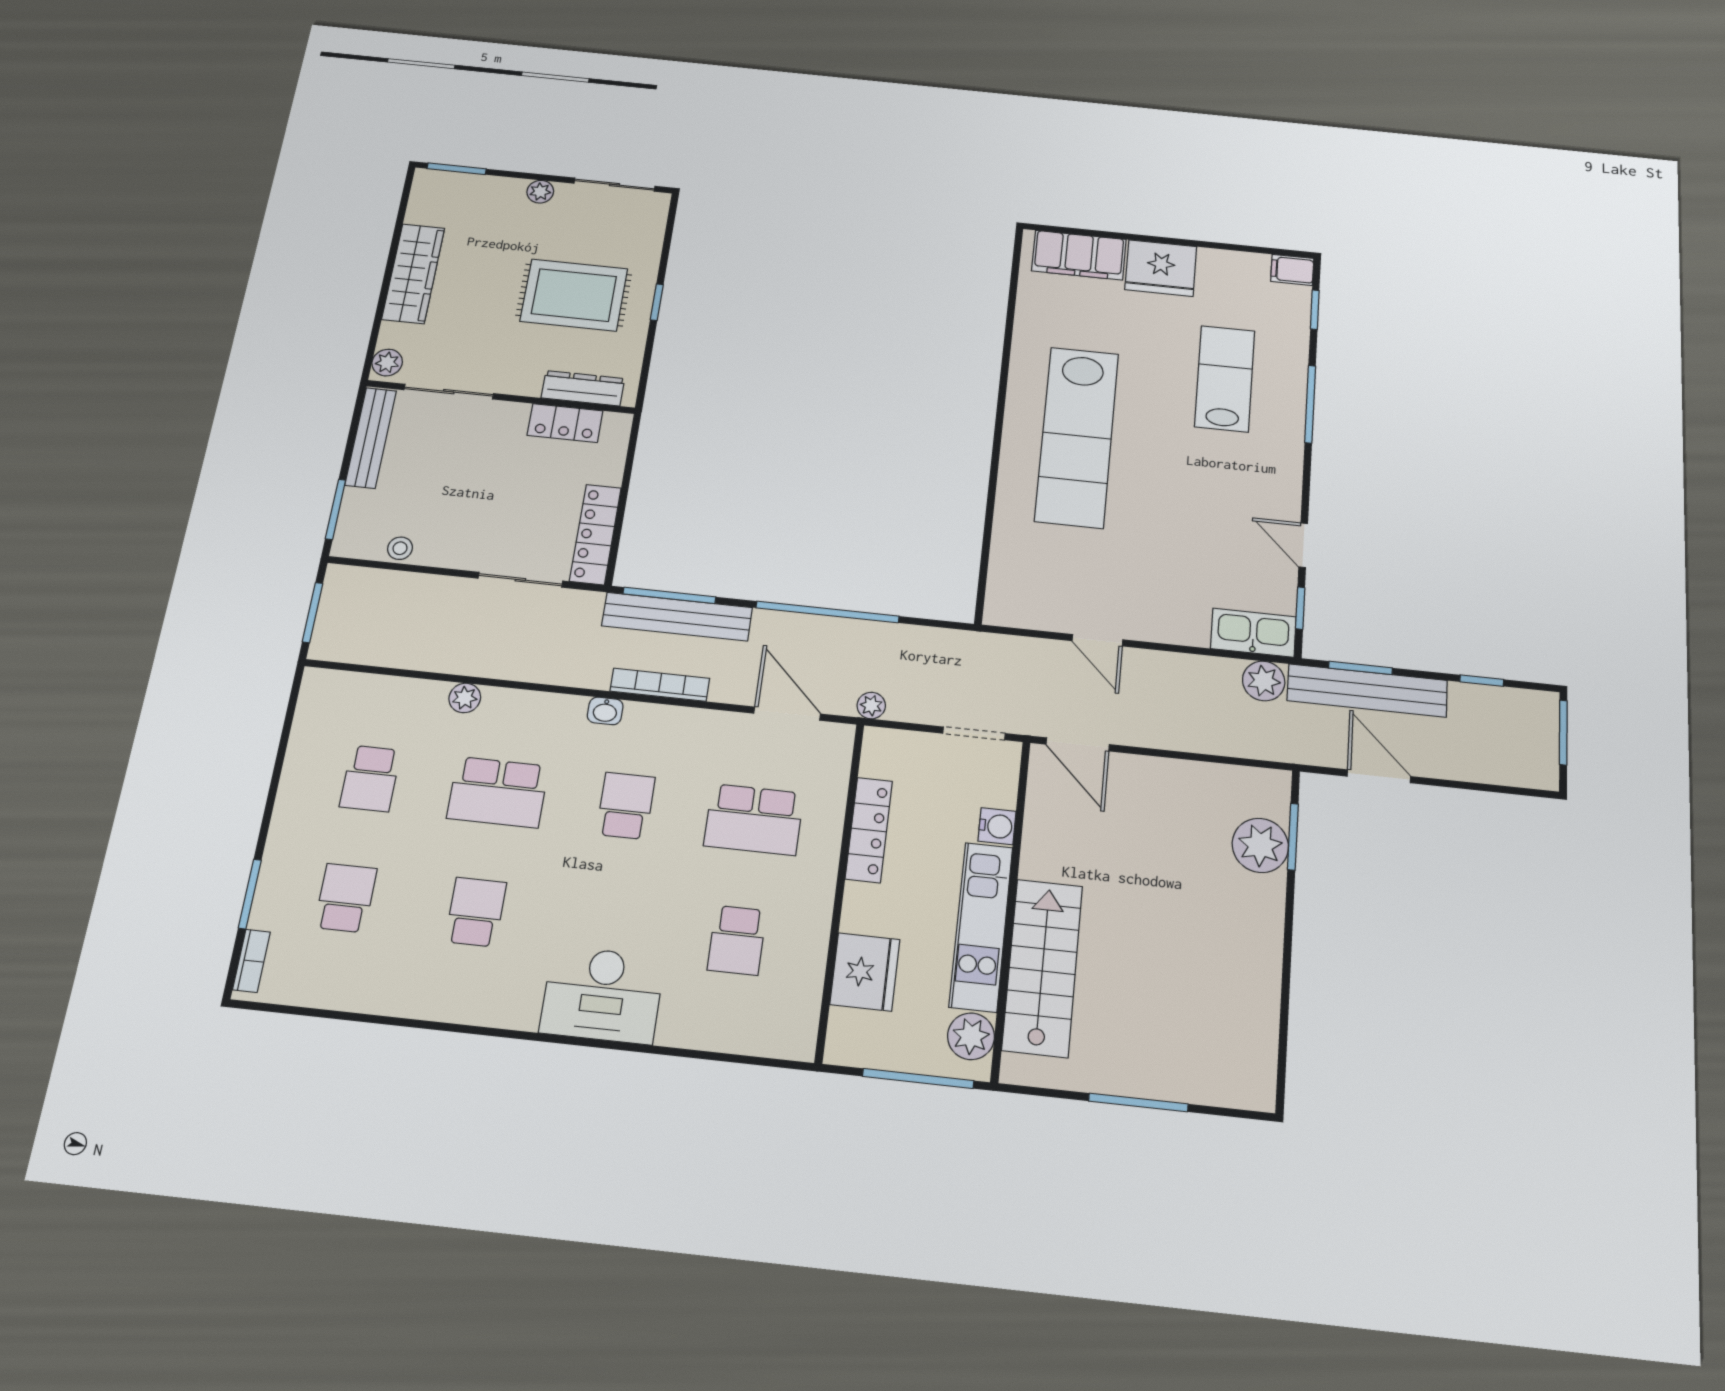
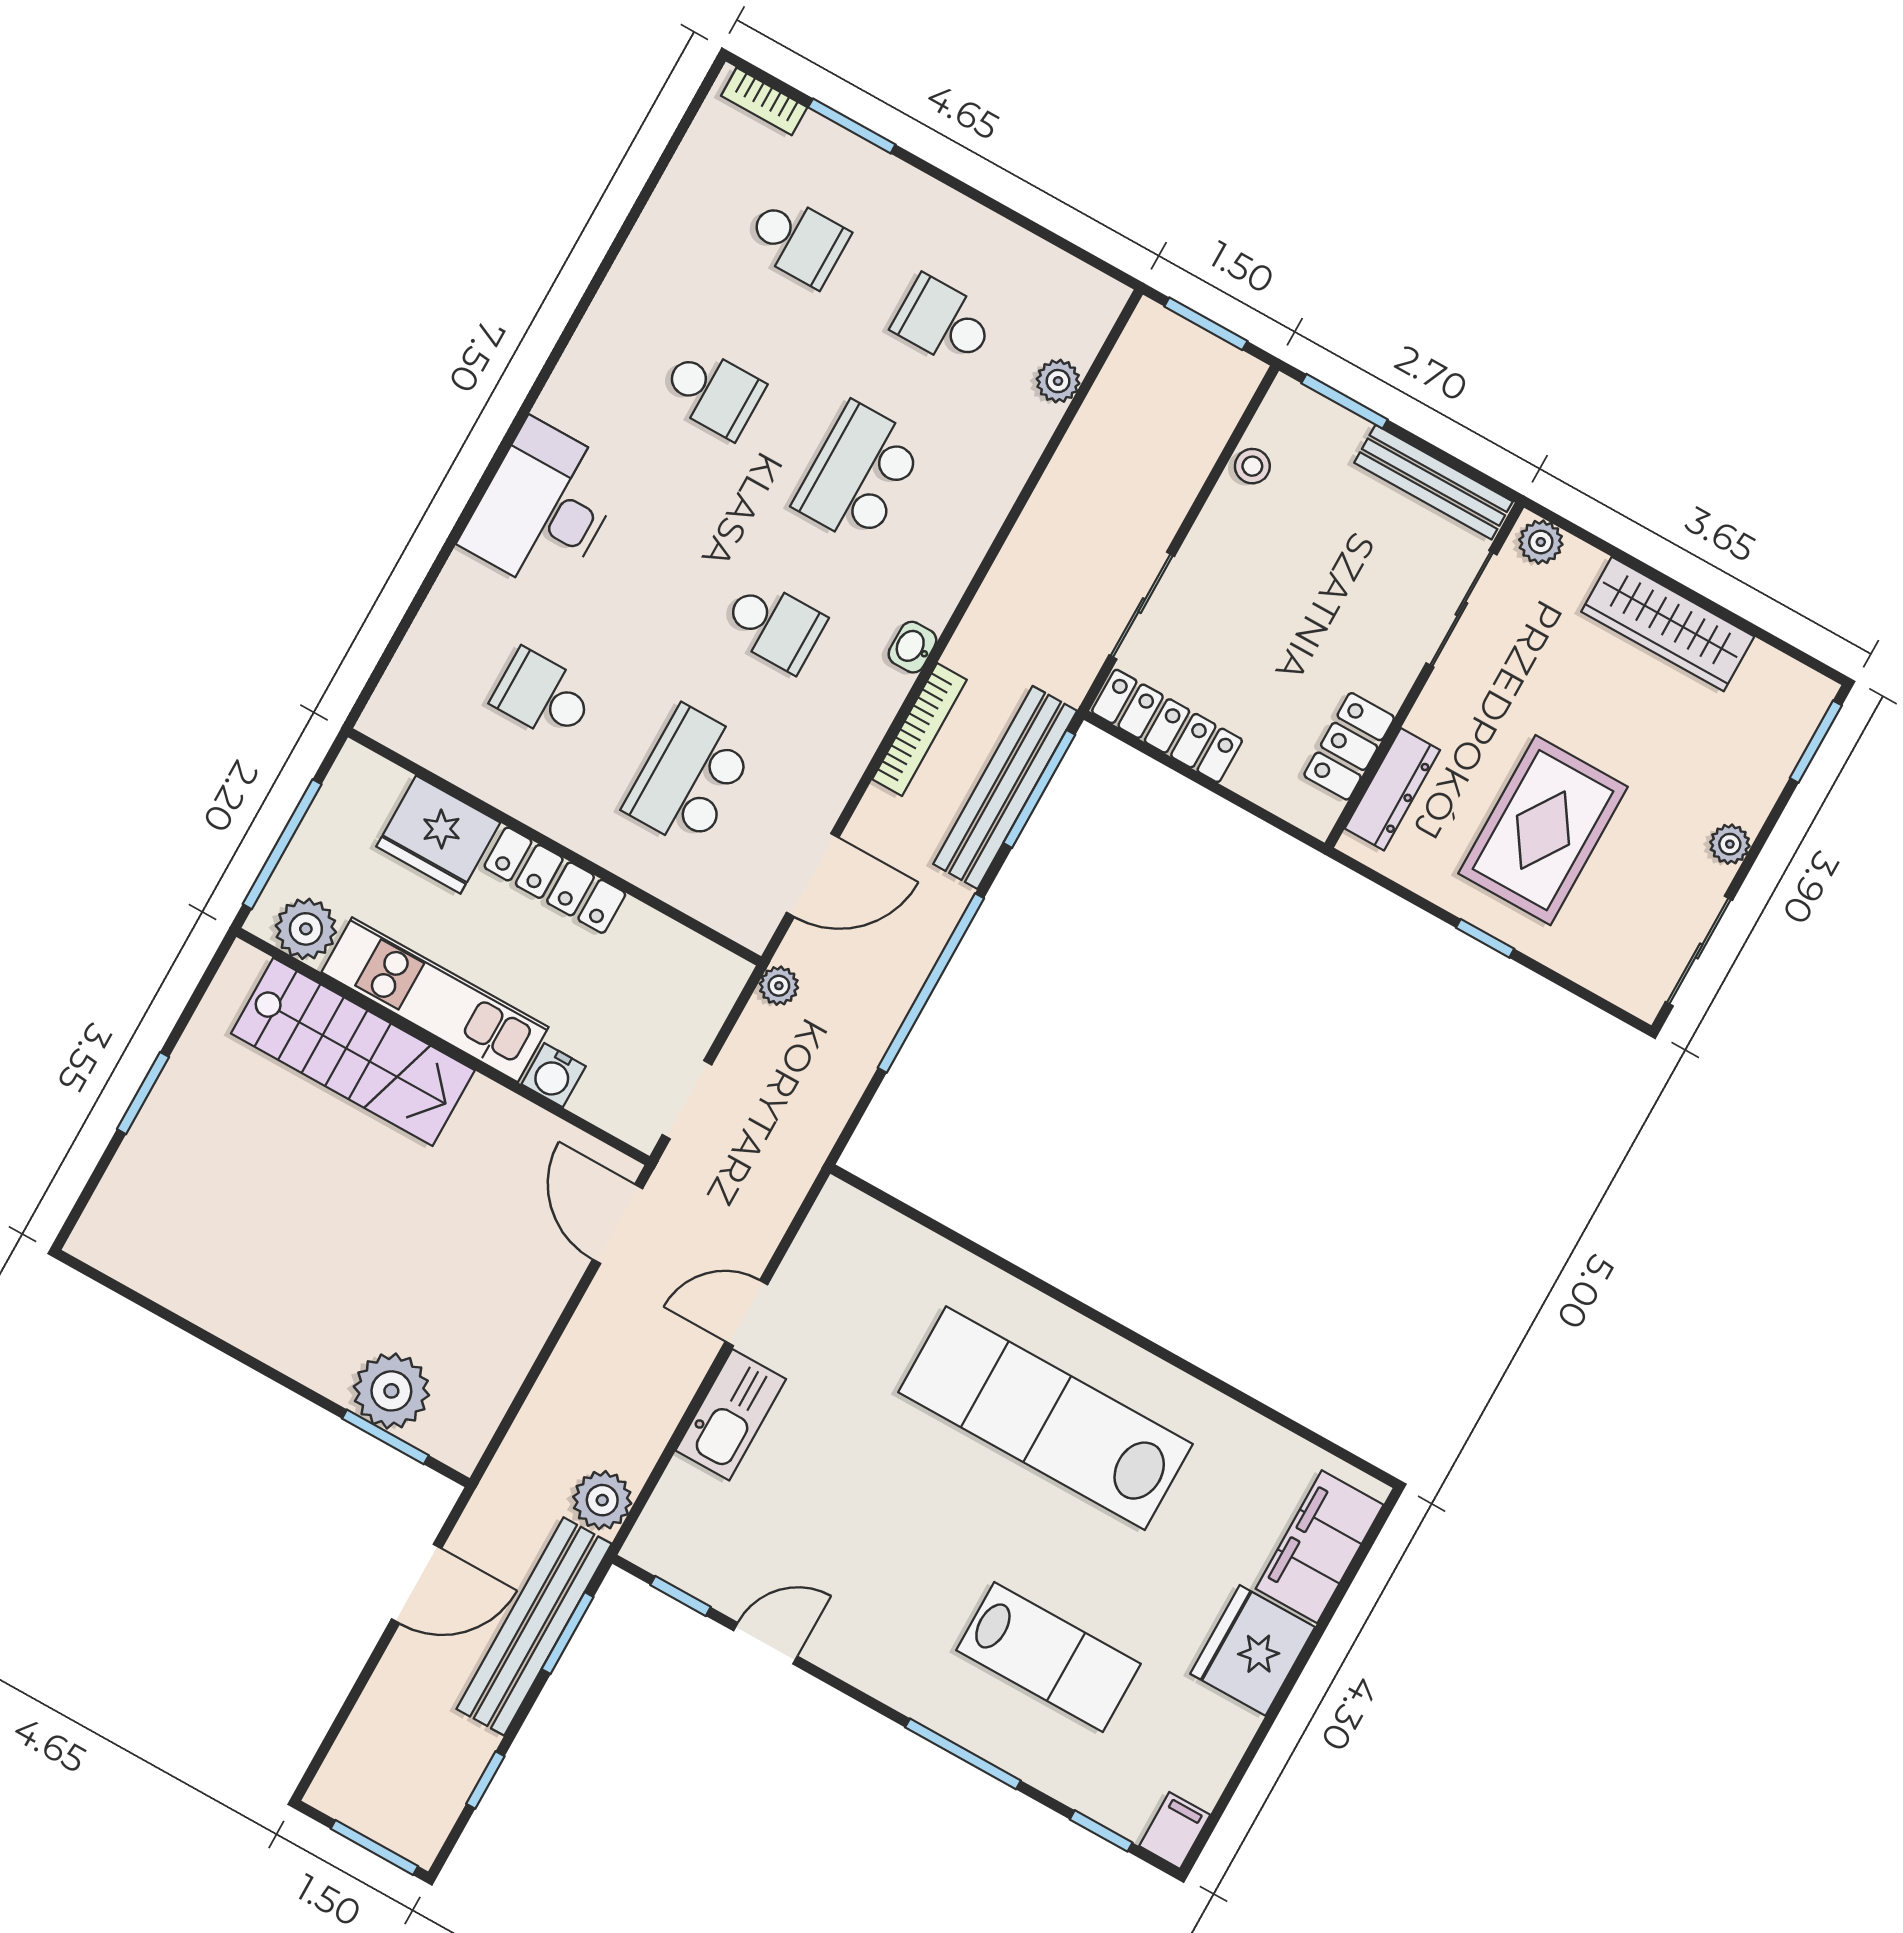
kitchen sink: (1253, 633) -> (731, 1415), moved
plant: (465, 698) -> (1058, 381), moved
door: (1078, 744) -> (618, 1224), hinge flipped
locker: (869, 830) -> (555, 880), moved
window: (1138, 1103) -> (143, 1093), width x0.69

